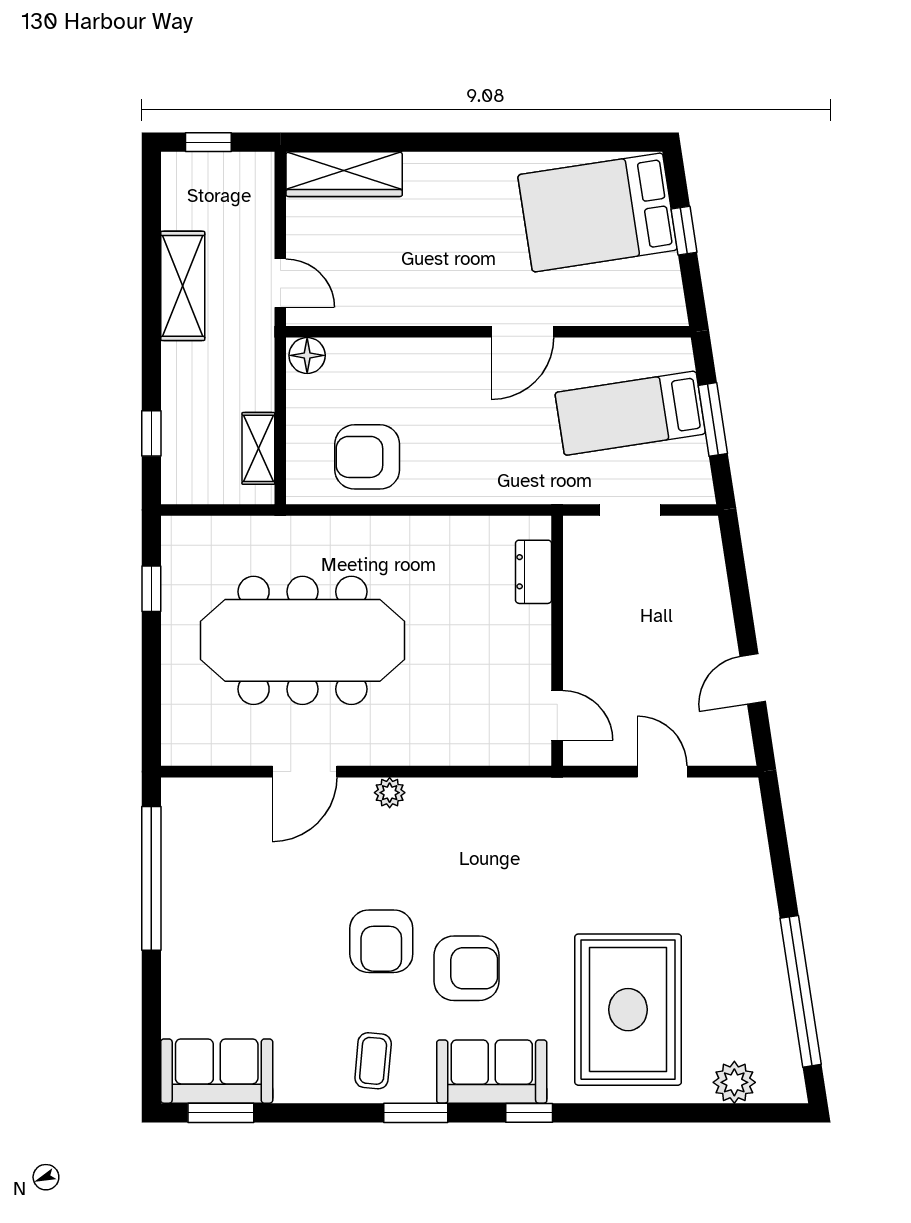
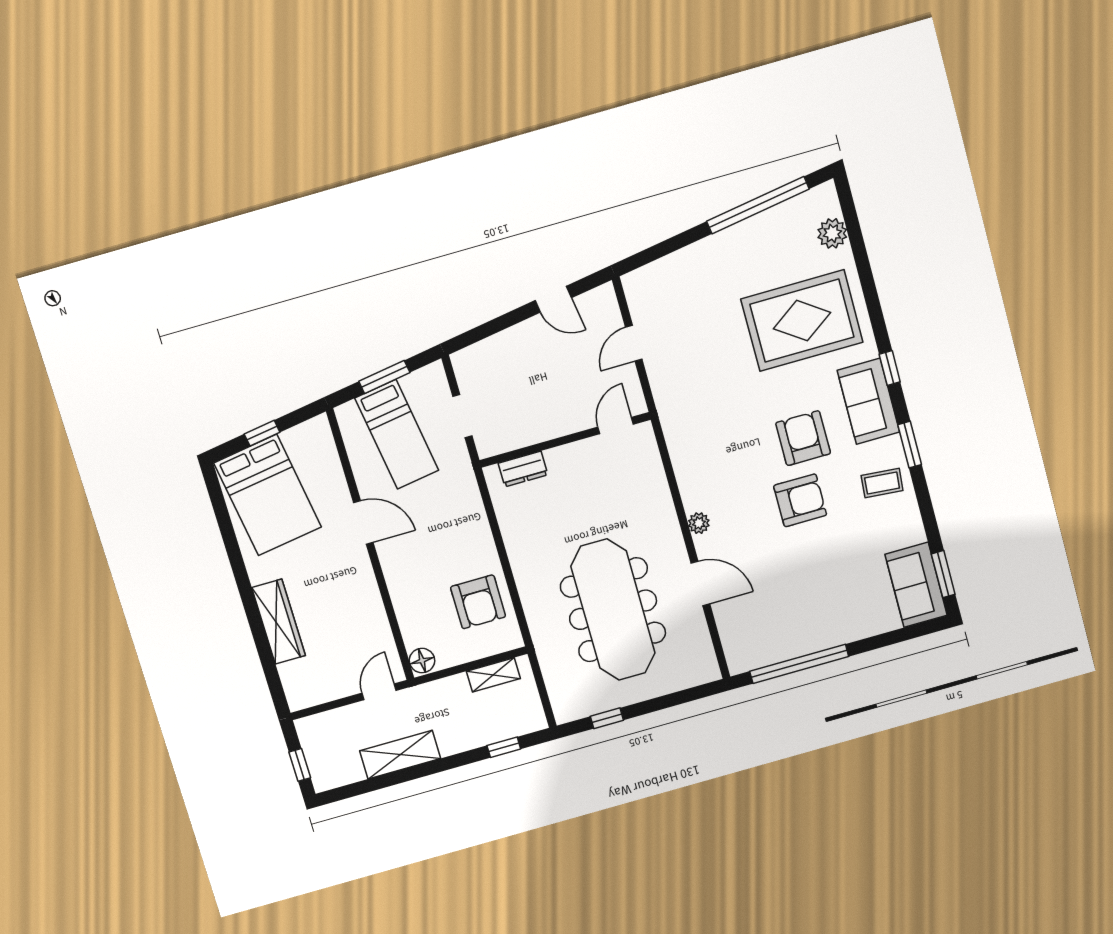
wardrobe: (344, 174) -> (279, 622), moved

